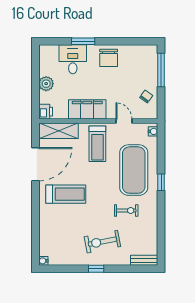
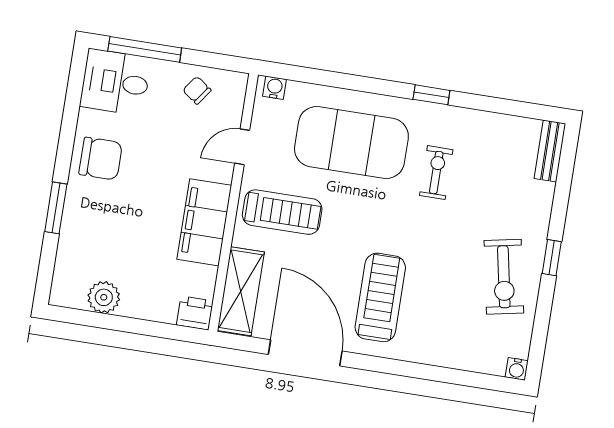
desk: (73, 59) -> (115, 82), moved
plant: (46, 84) -> (104, 297), moved
window: (161, 182) -> (431, 95), moved
exercise bike: (102, 242) -> (504, 277), moved

